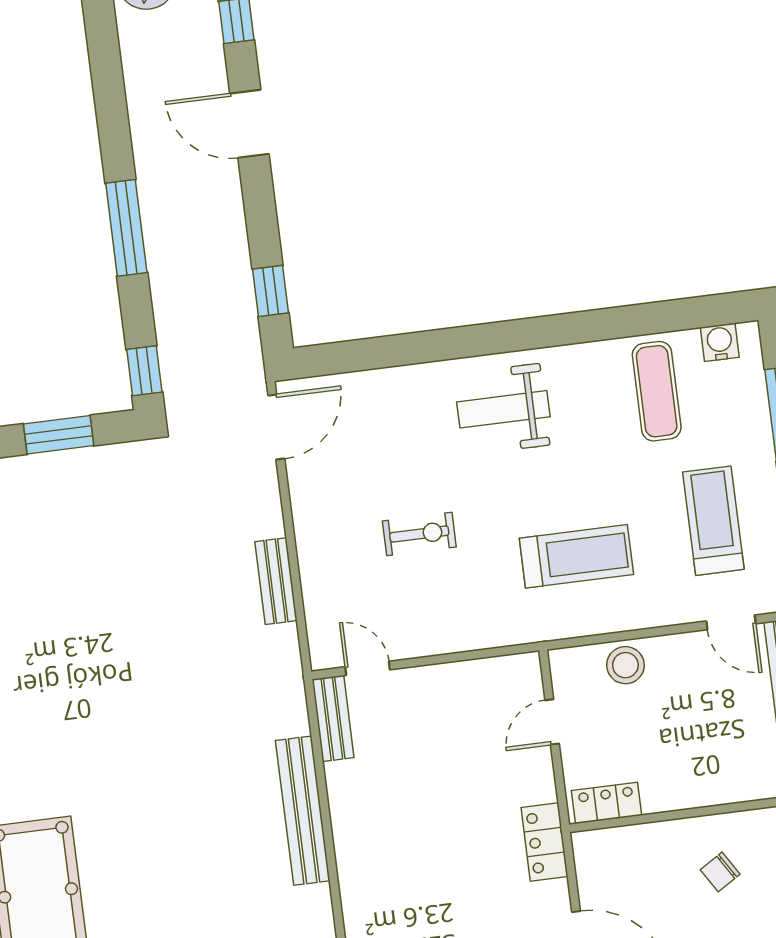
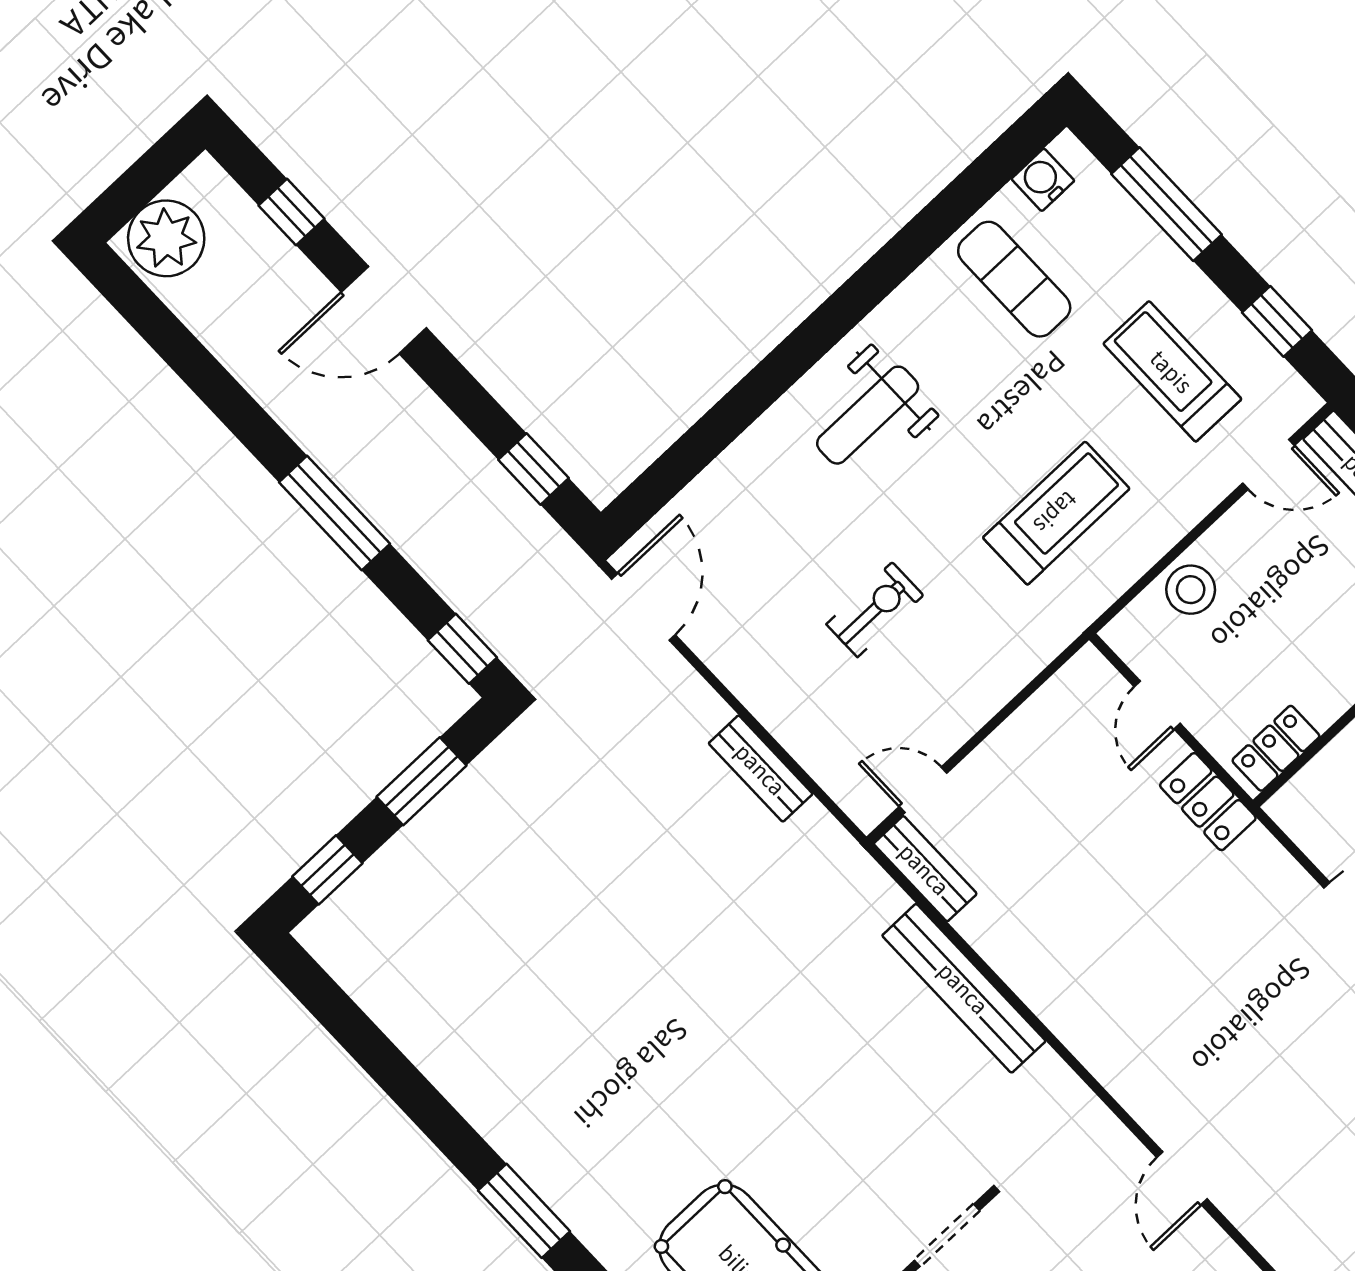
locker: (544, 842) -> (1208, 802), moved

